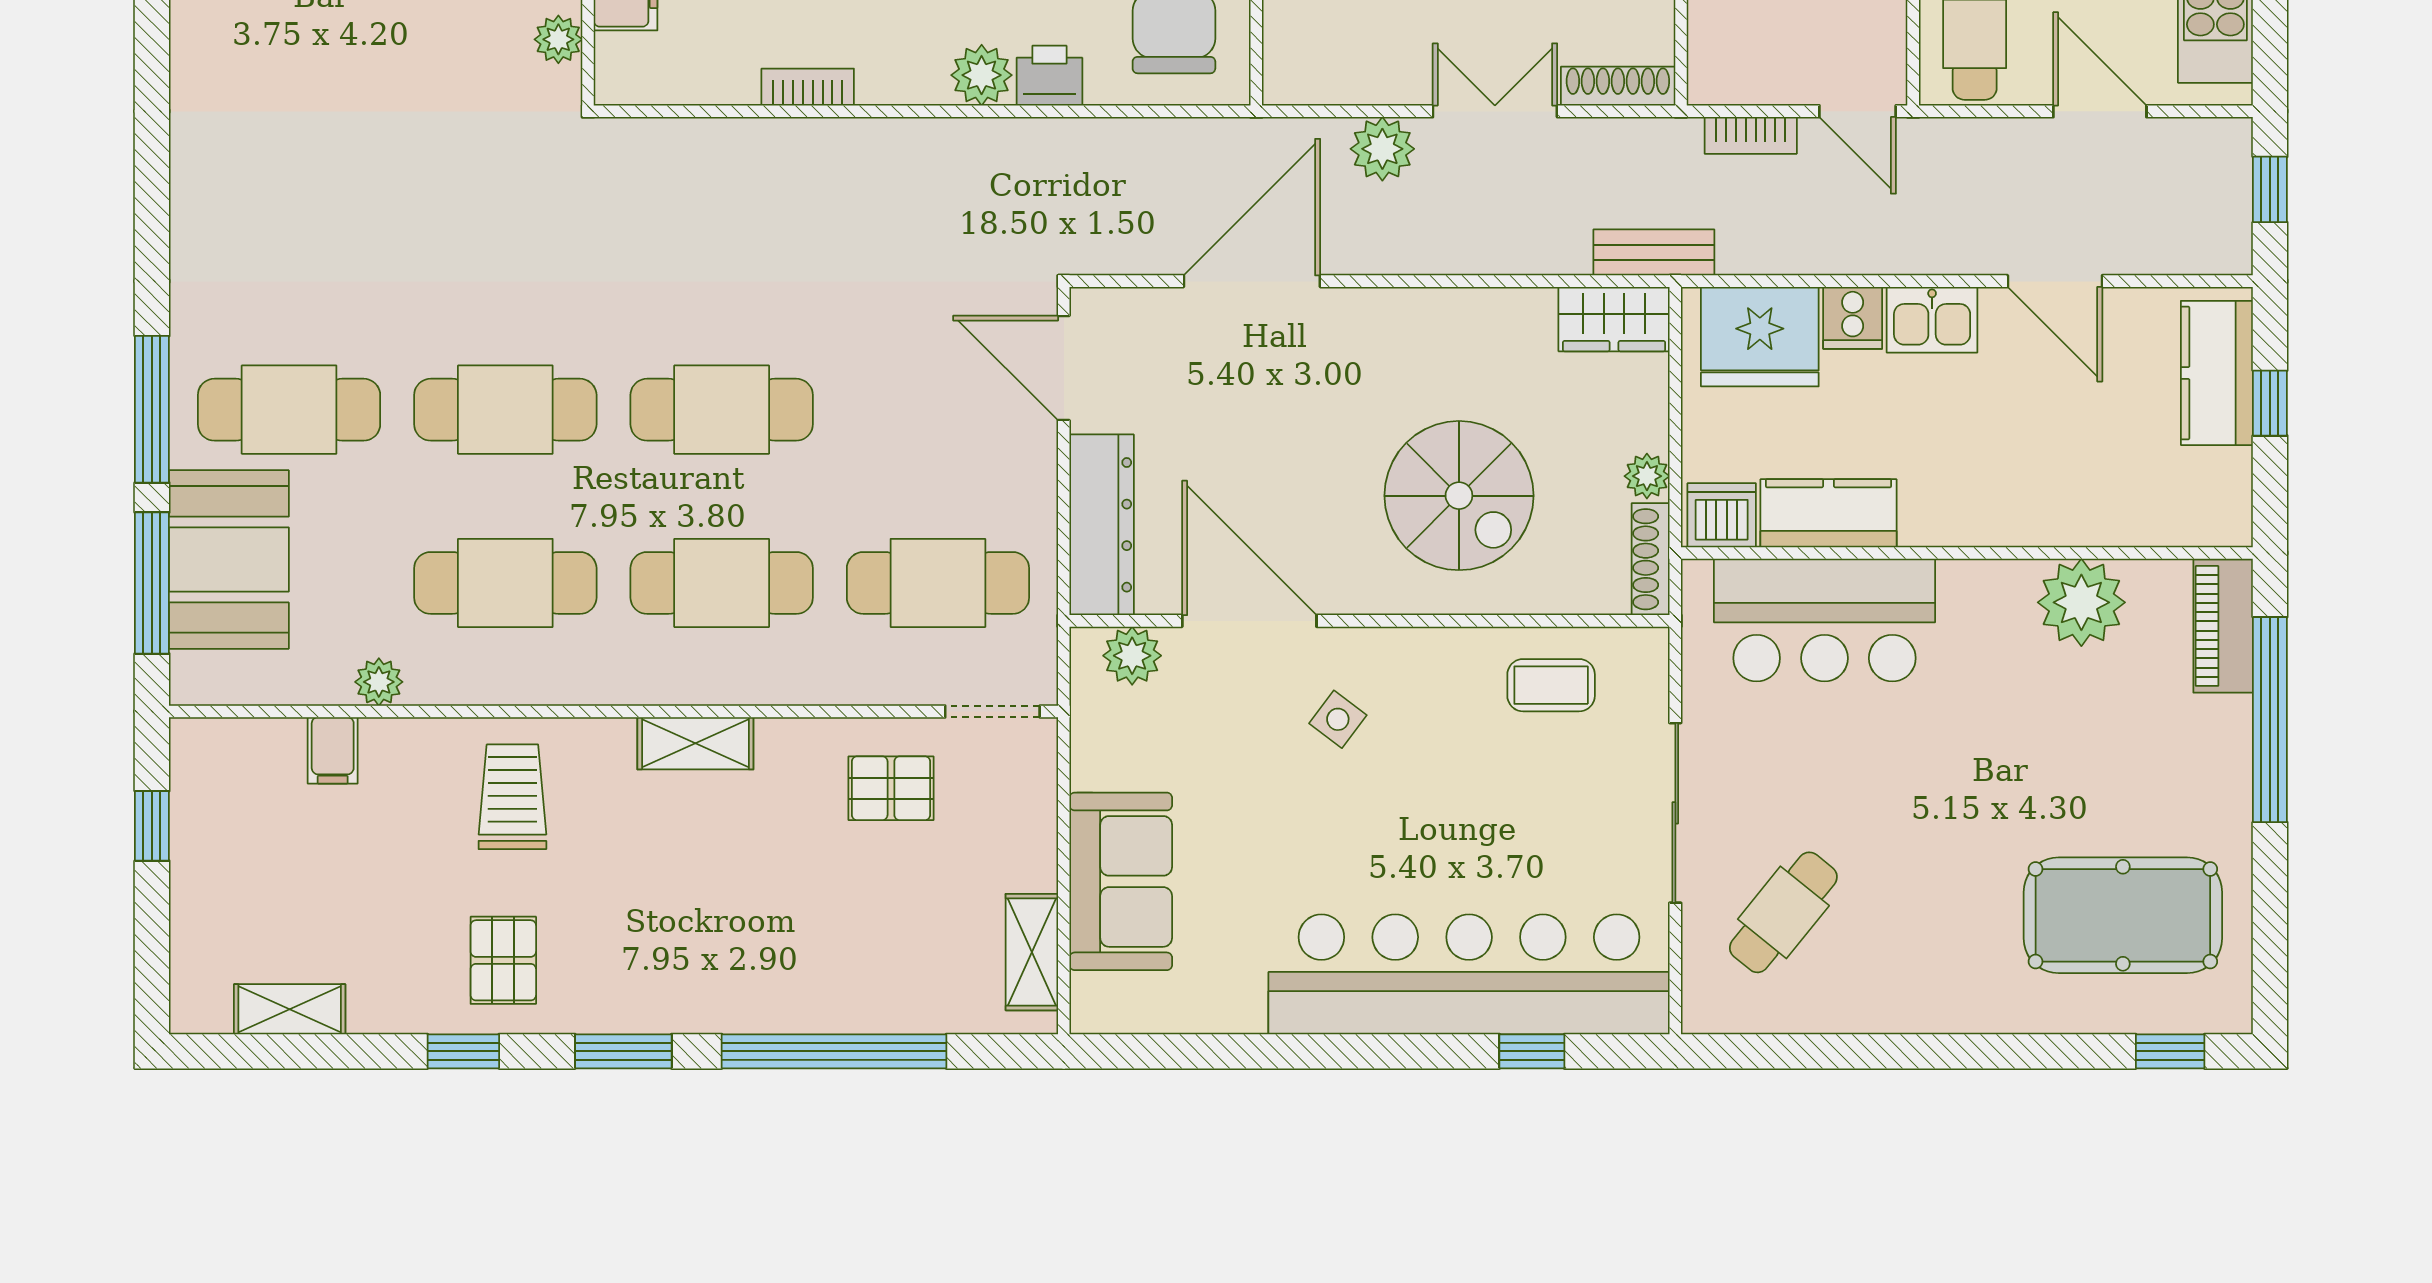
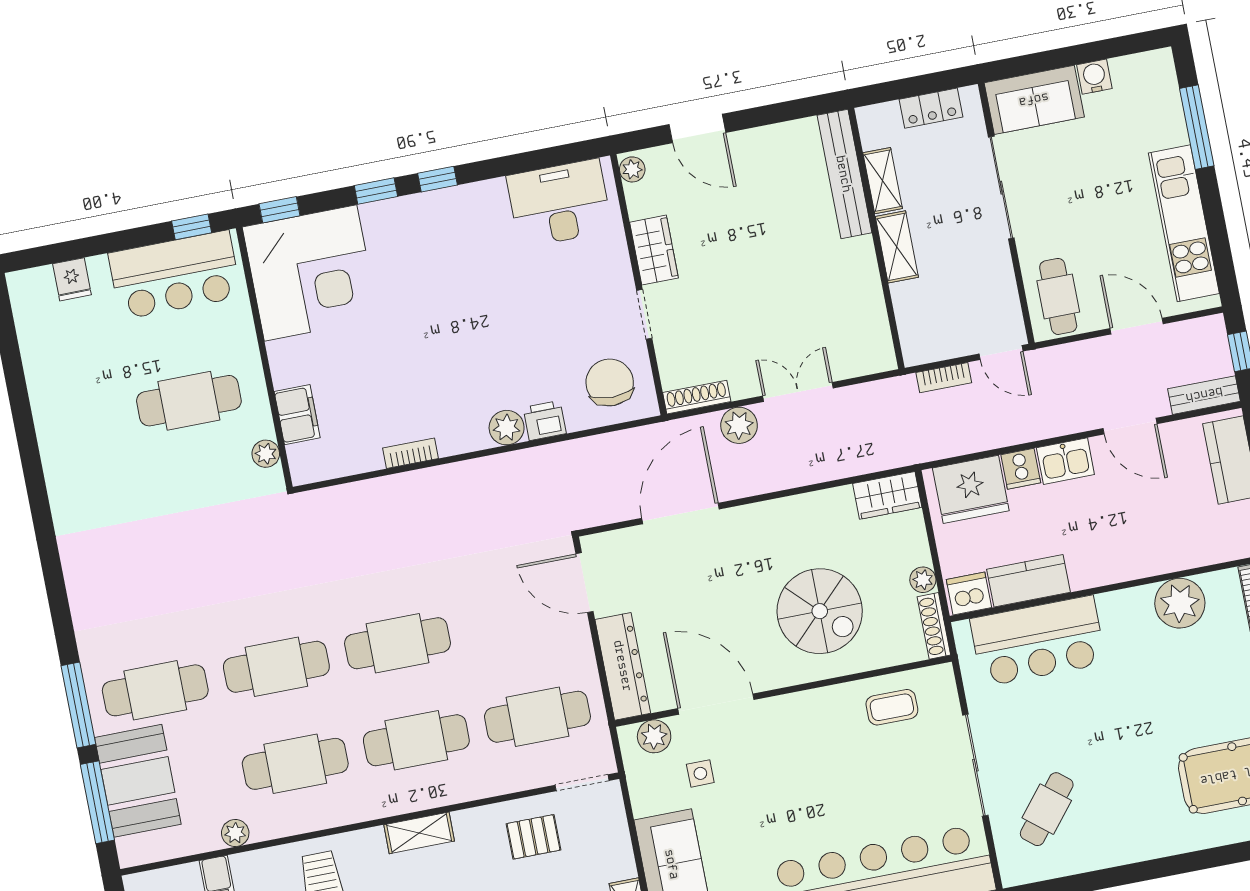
shoe rack: (1618, 86) -> (697, 397), moved
bench: (1654, 252) -> (1204, 395), moved
side table: (1338, 719) -> (700, 773), moved, turned -37

